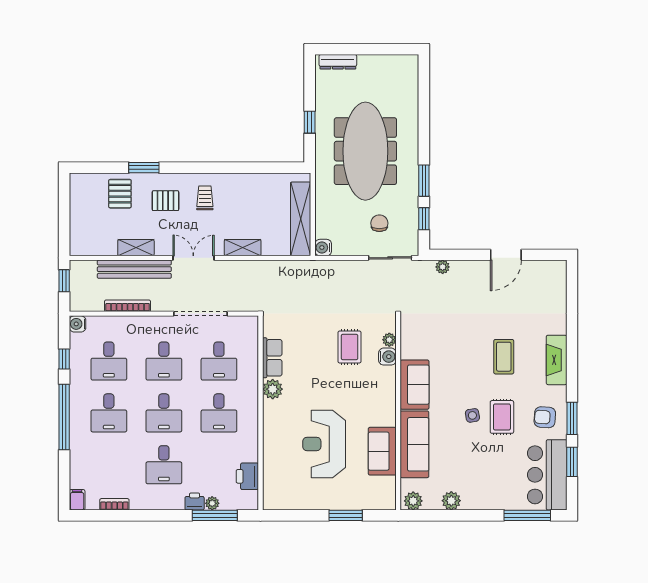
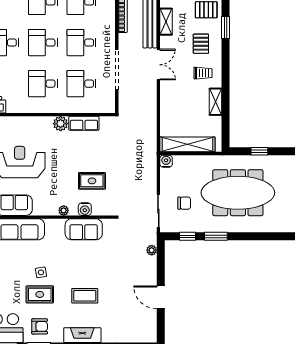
shelving: (243, 248) -> (216, 102), moved
plant: (389, 340) -> (64, 210), moved
sofa: (415, 385) -> (84, 229), moved
armchair: (545, 417) -> (40, 326), turned 86

